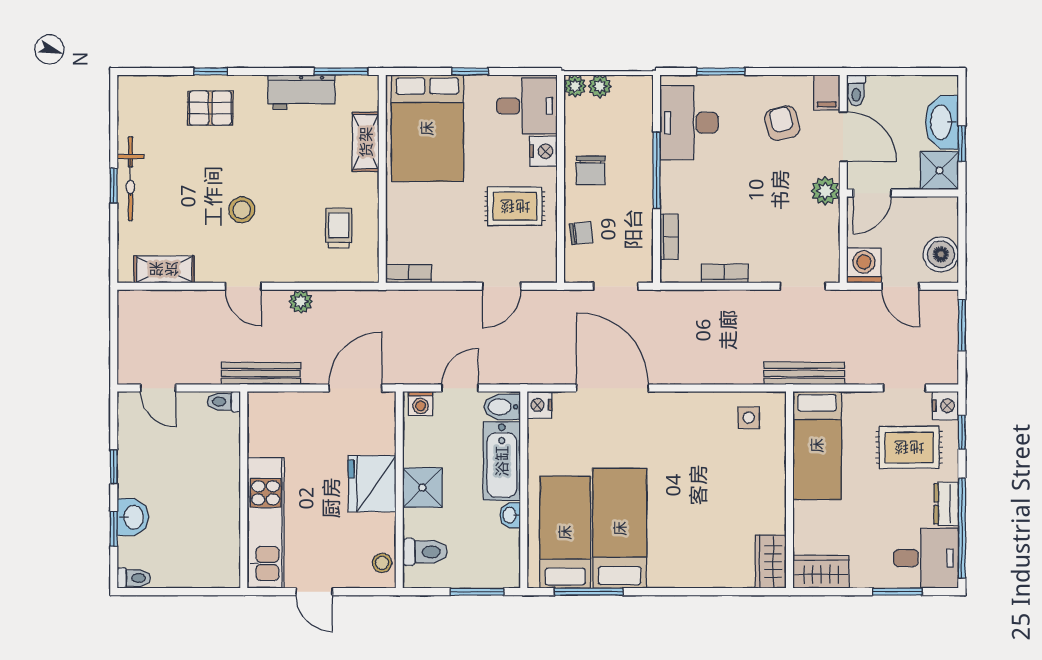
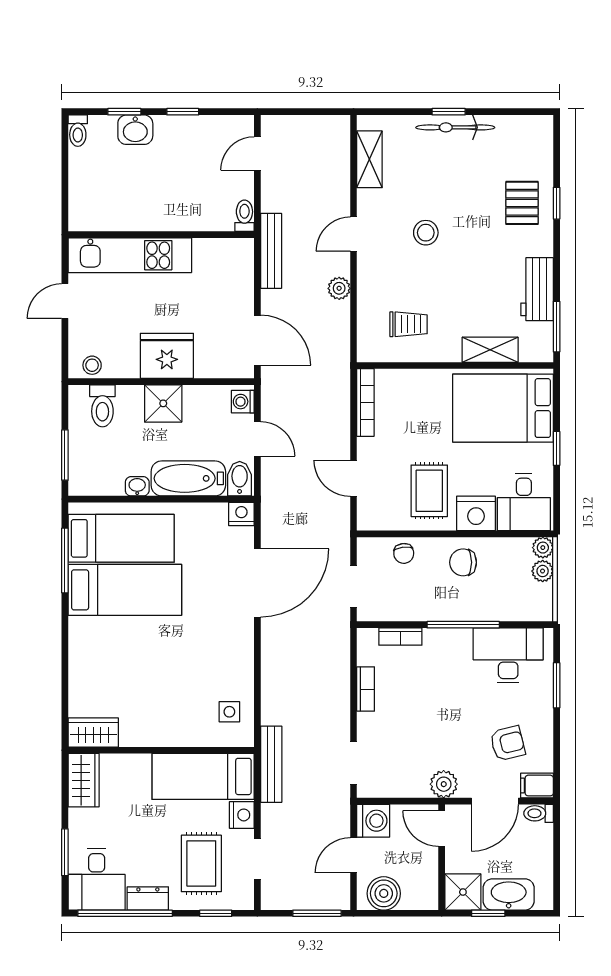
nightstand: (543, 151) -> (476, 513), width x1.36, depth x1.33
bookcase: (409, 274) -> (365, 403), width x1.56
nightstand: (945, 406) -> (242, 815), moved, turned -90

